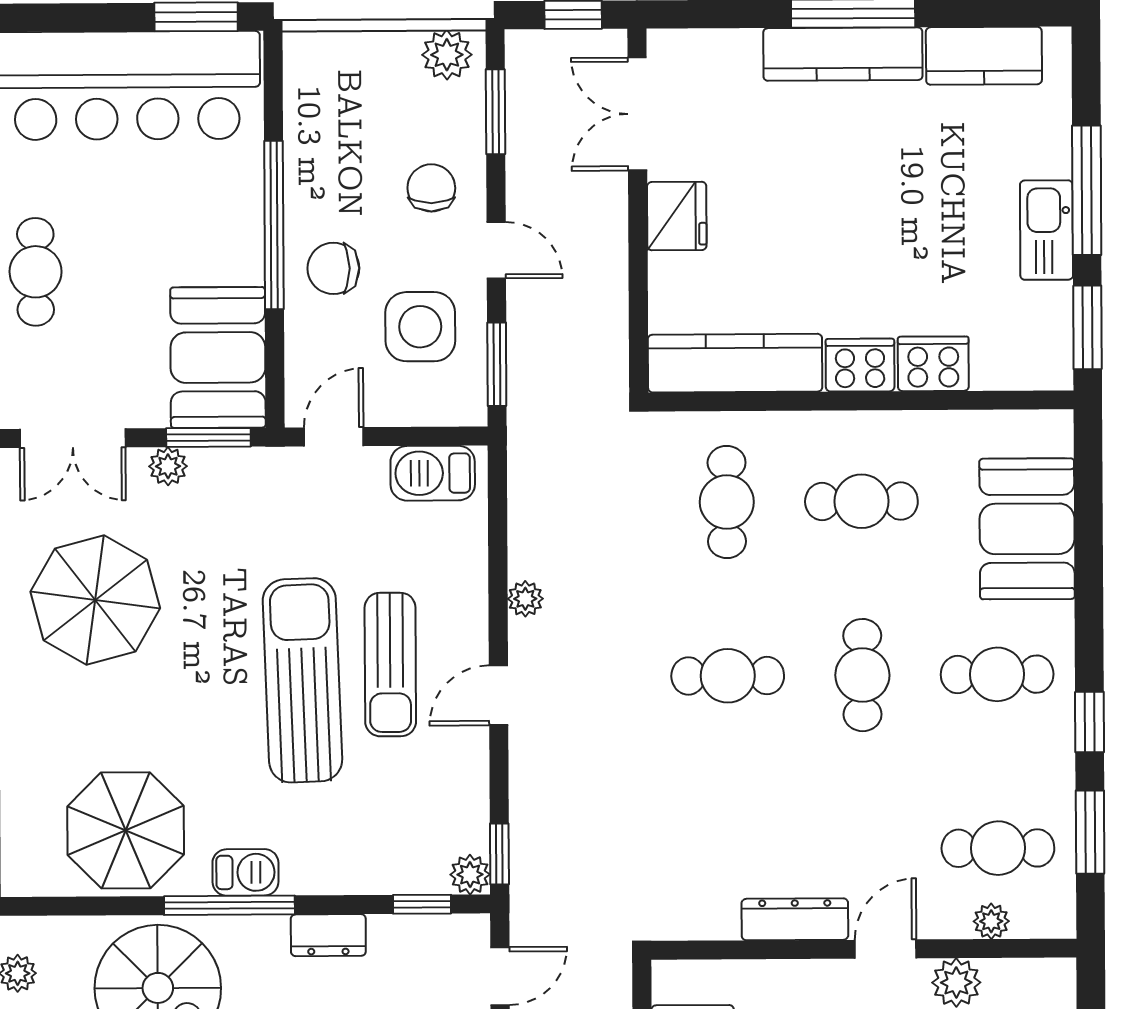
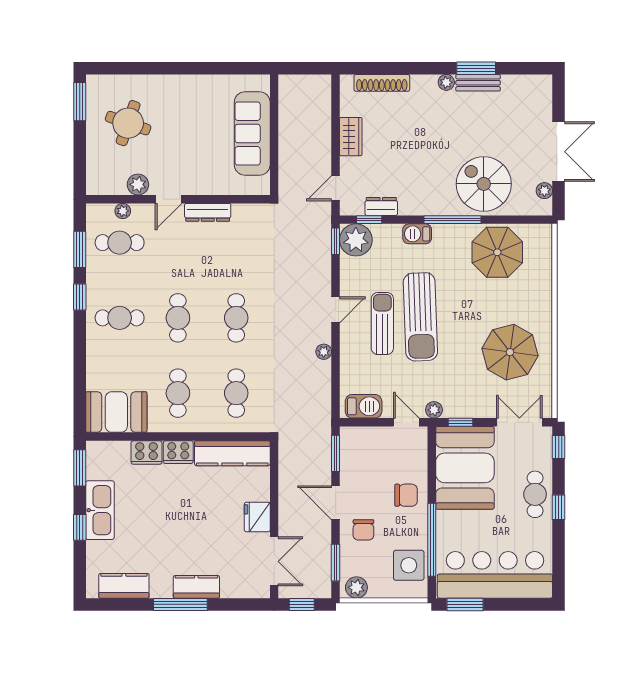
kitchen counter: (843, 54) -> (196, 587), width x0.67
window: (1087, 190) -> (80, 527), width x0.46
window: (274, 225) -> (432, 540), moved
kitchen sink: (1046, 230) -> (100, 510), width x1.36, depth x1.24
door: (496, 250) -> (336, 503), width x1.38
side table: (420, 327) -> (409, 565), moved
booth: (218, 357) -> (465, 468), width x1.36, depth x1.42
window: (208, 437) -> (461, 422), width x0.67
door: (334, 437) -> (406, 422), swing flipped
plant: (168, 466) -> (434, 410), moved
cafe table: (861, 501) -> (178, 393), turned 90
booth: (1027, 529) -> (116, 412), moved, turned 90
cafe table: (728, 676) -> (236, 318), turned 90
barbecue: (245, 872) -> (417, 234), moved
plant: (470, 875) -> (356, 240), width x1.88, depth x1.88
dresser: (328, 935) -> (381, 206), moved

